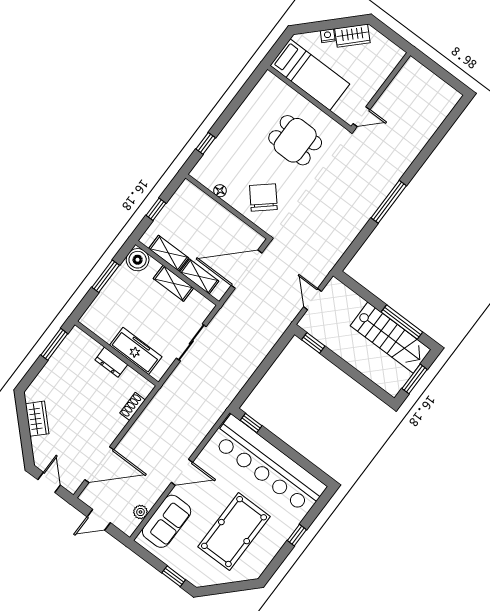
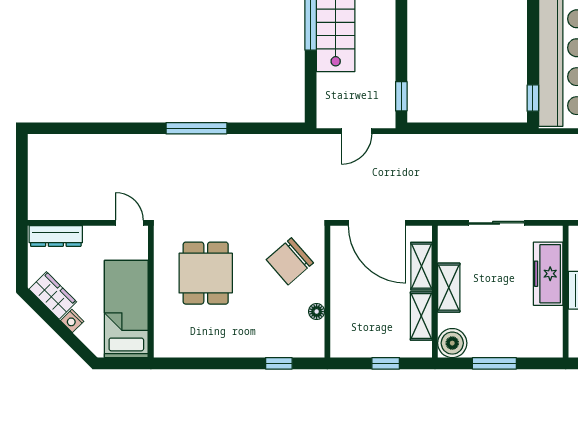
dresser: (388, 65) -> (56, 236), added

